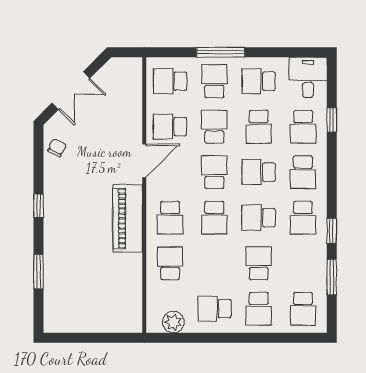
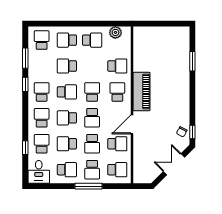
school desk: (259, 127) -> (67, 144), turned -90
school desk: (259, 172) -> (67, 118), turned 180
window: (38, 206) -> (192, 132), moved
school desk: (170, 263) -> (117, 66), turned -90
school desk: (259, 263) -> (67, 66), turned 90
school desk: (259, 309) -> (67, 40), turned -90

